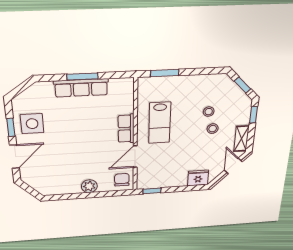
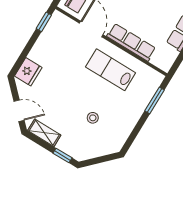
window: (242, 85) -> (99, 160), removed
row of seats: (126, 129) -> (131, 42), width x1.48
stool: (213, 129) -> (73, 112), removed

